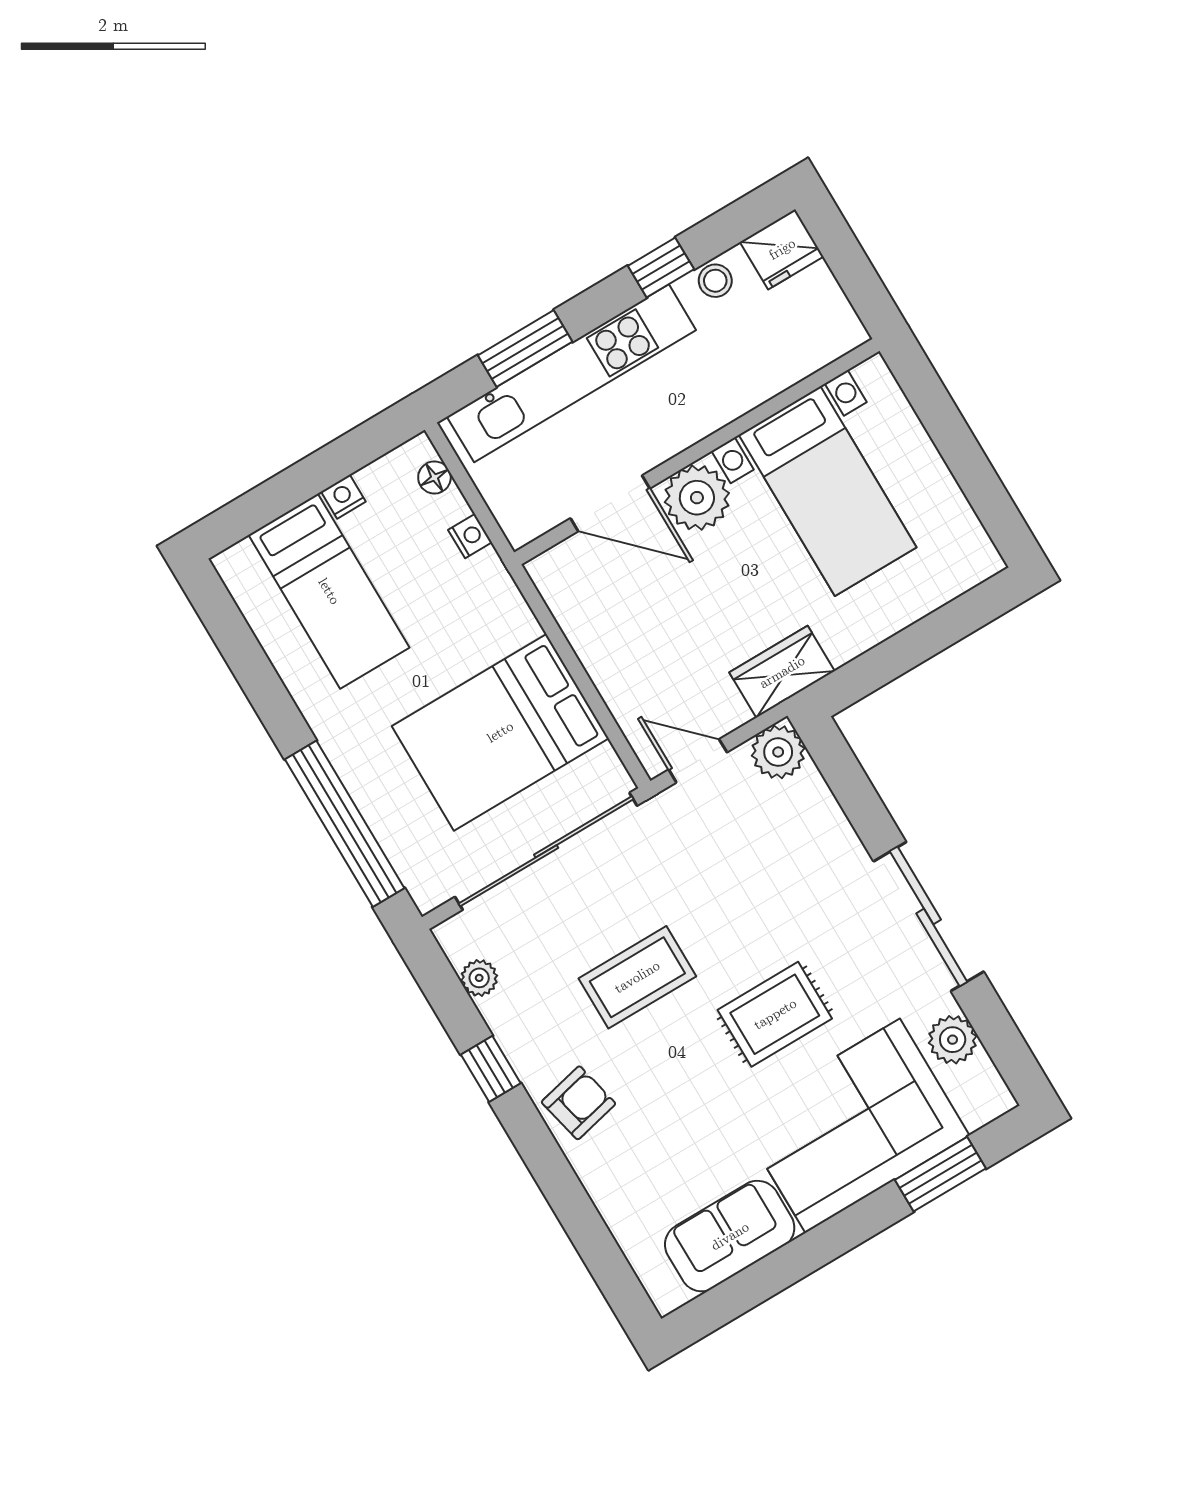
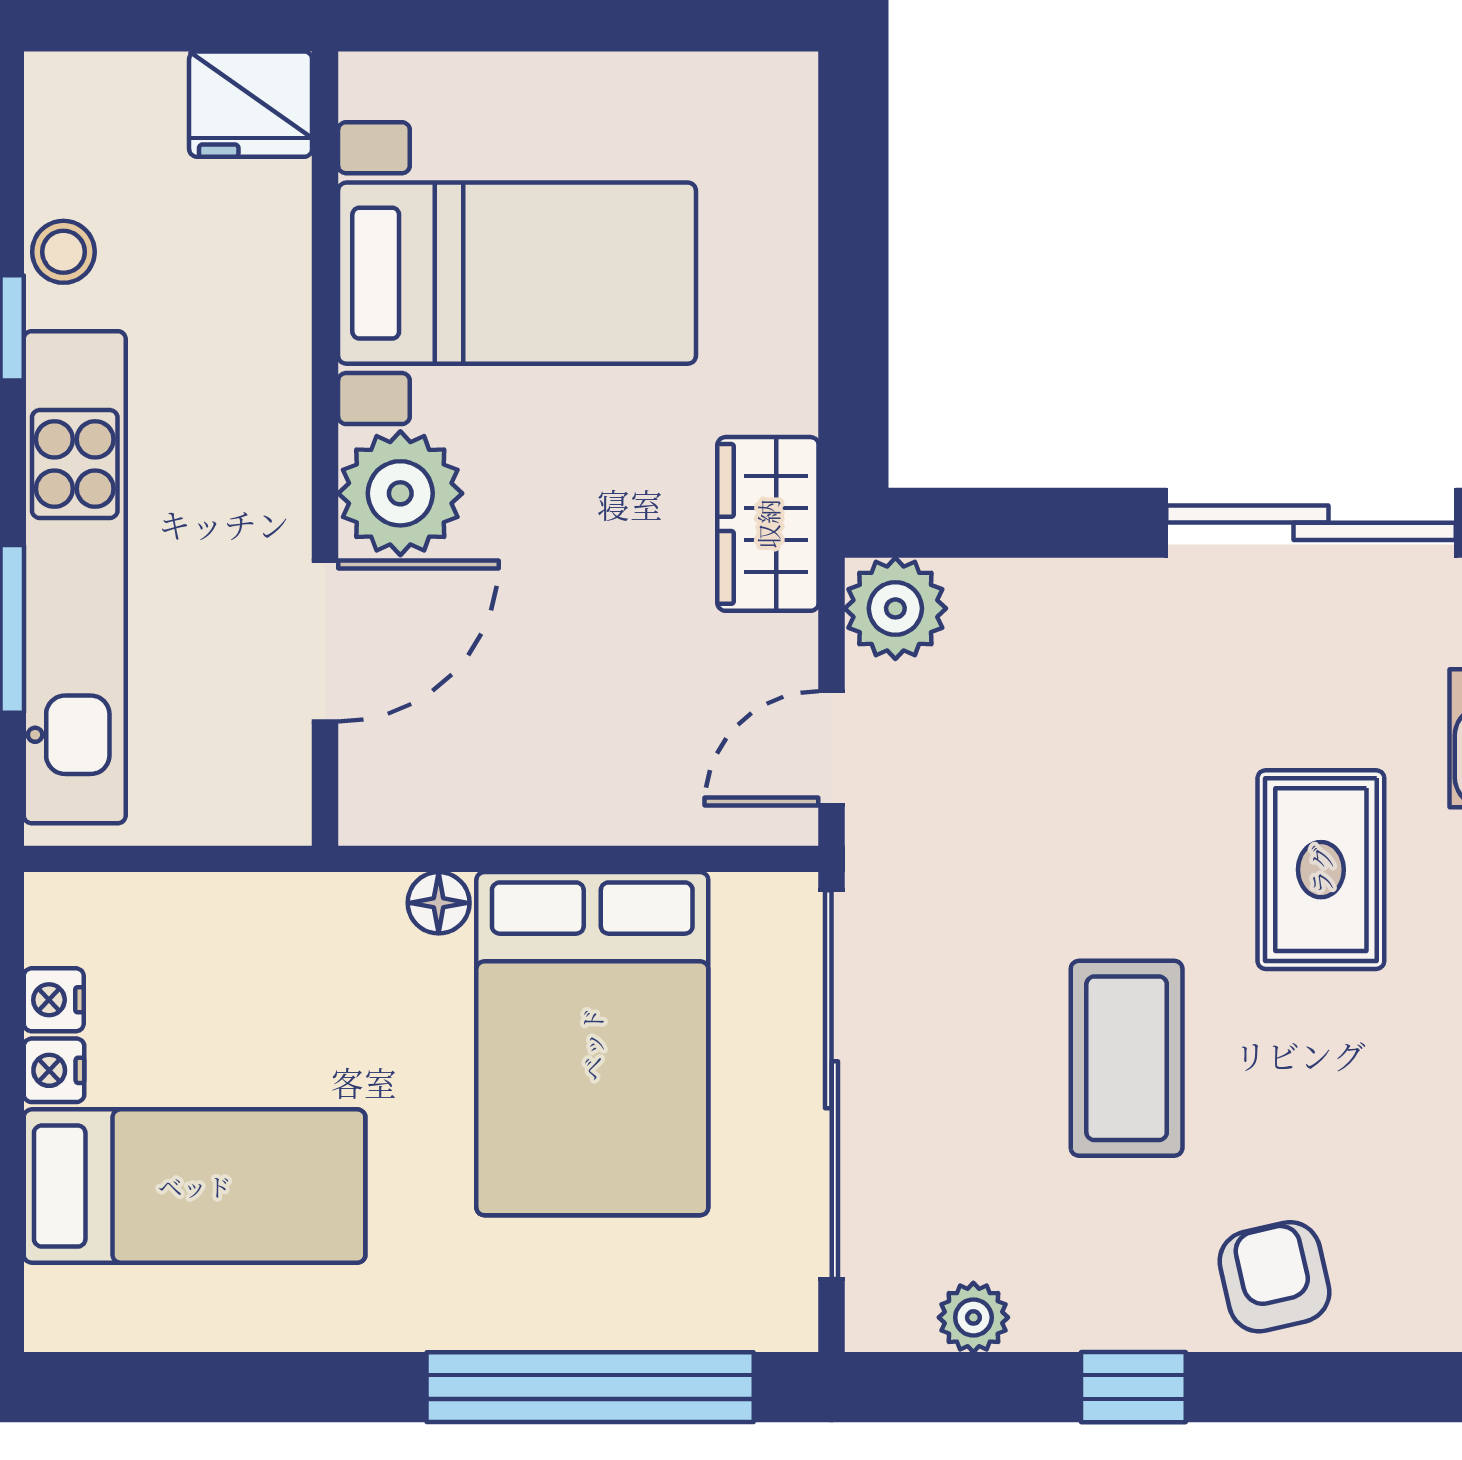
fridge: (782, 249) -> (251, 104), moved, turned 90
floor lamp: (434, 477) -> (439, 903), moved
nightstand: (470, 536) -> (54, 1000), moved, turned -90

